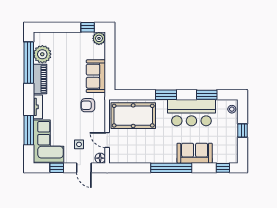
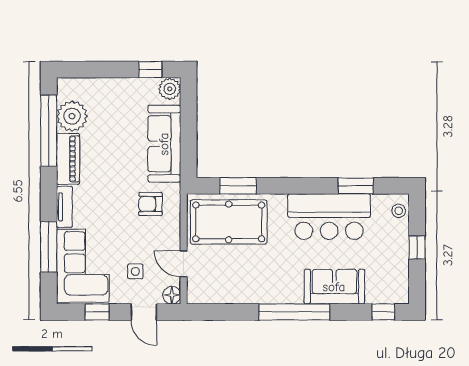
sofa: (96, 76) -> (164, 144), width x1.36
window: (166, 95) -> (238, 186), moved

